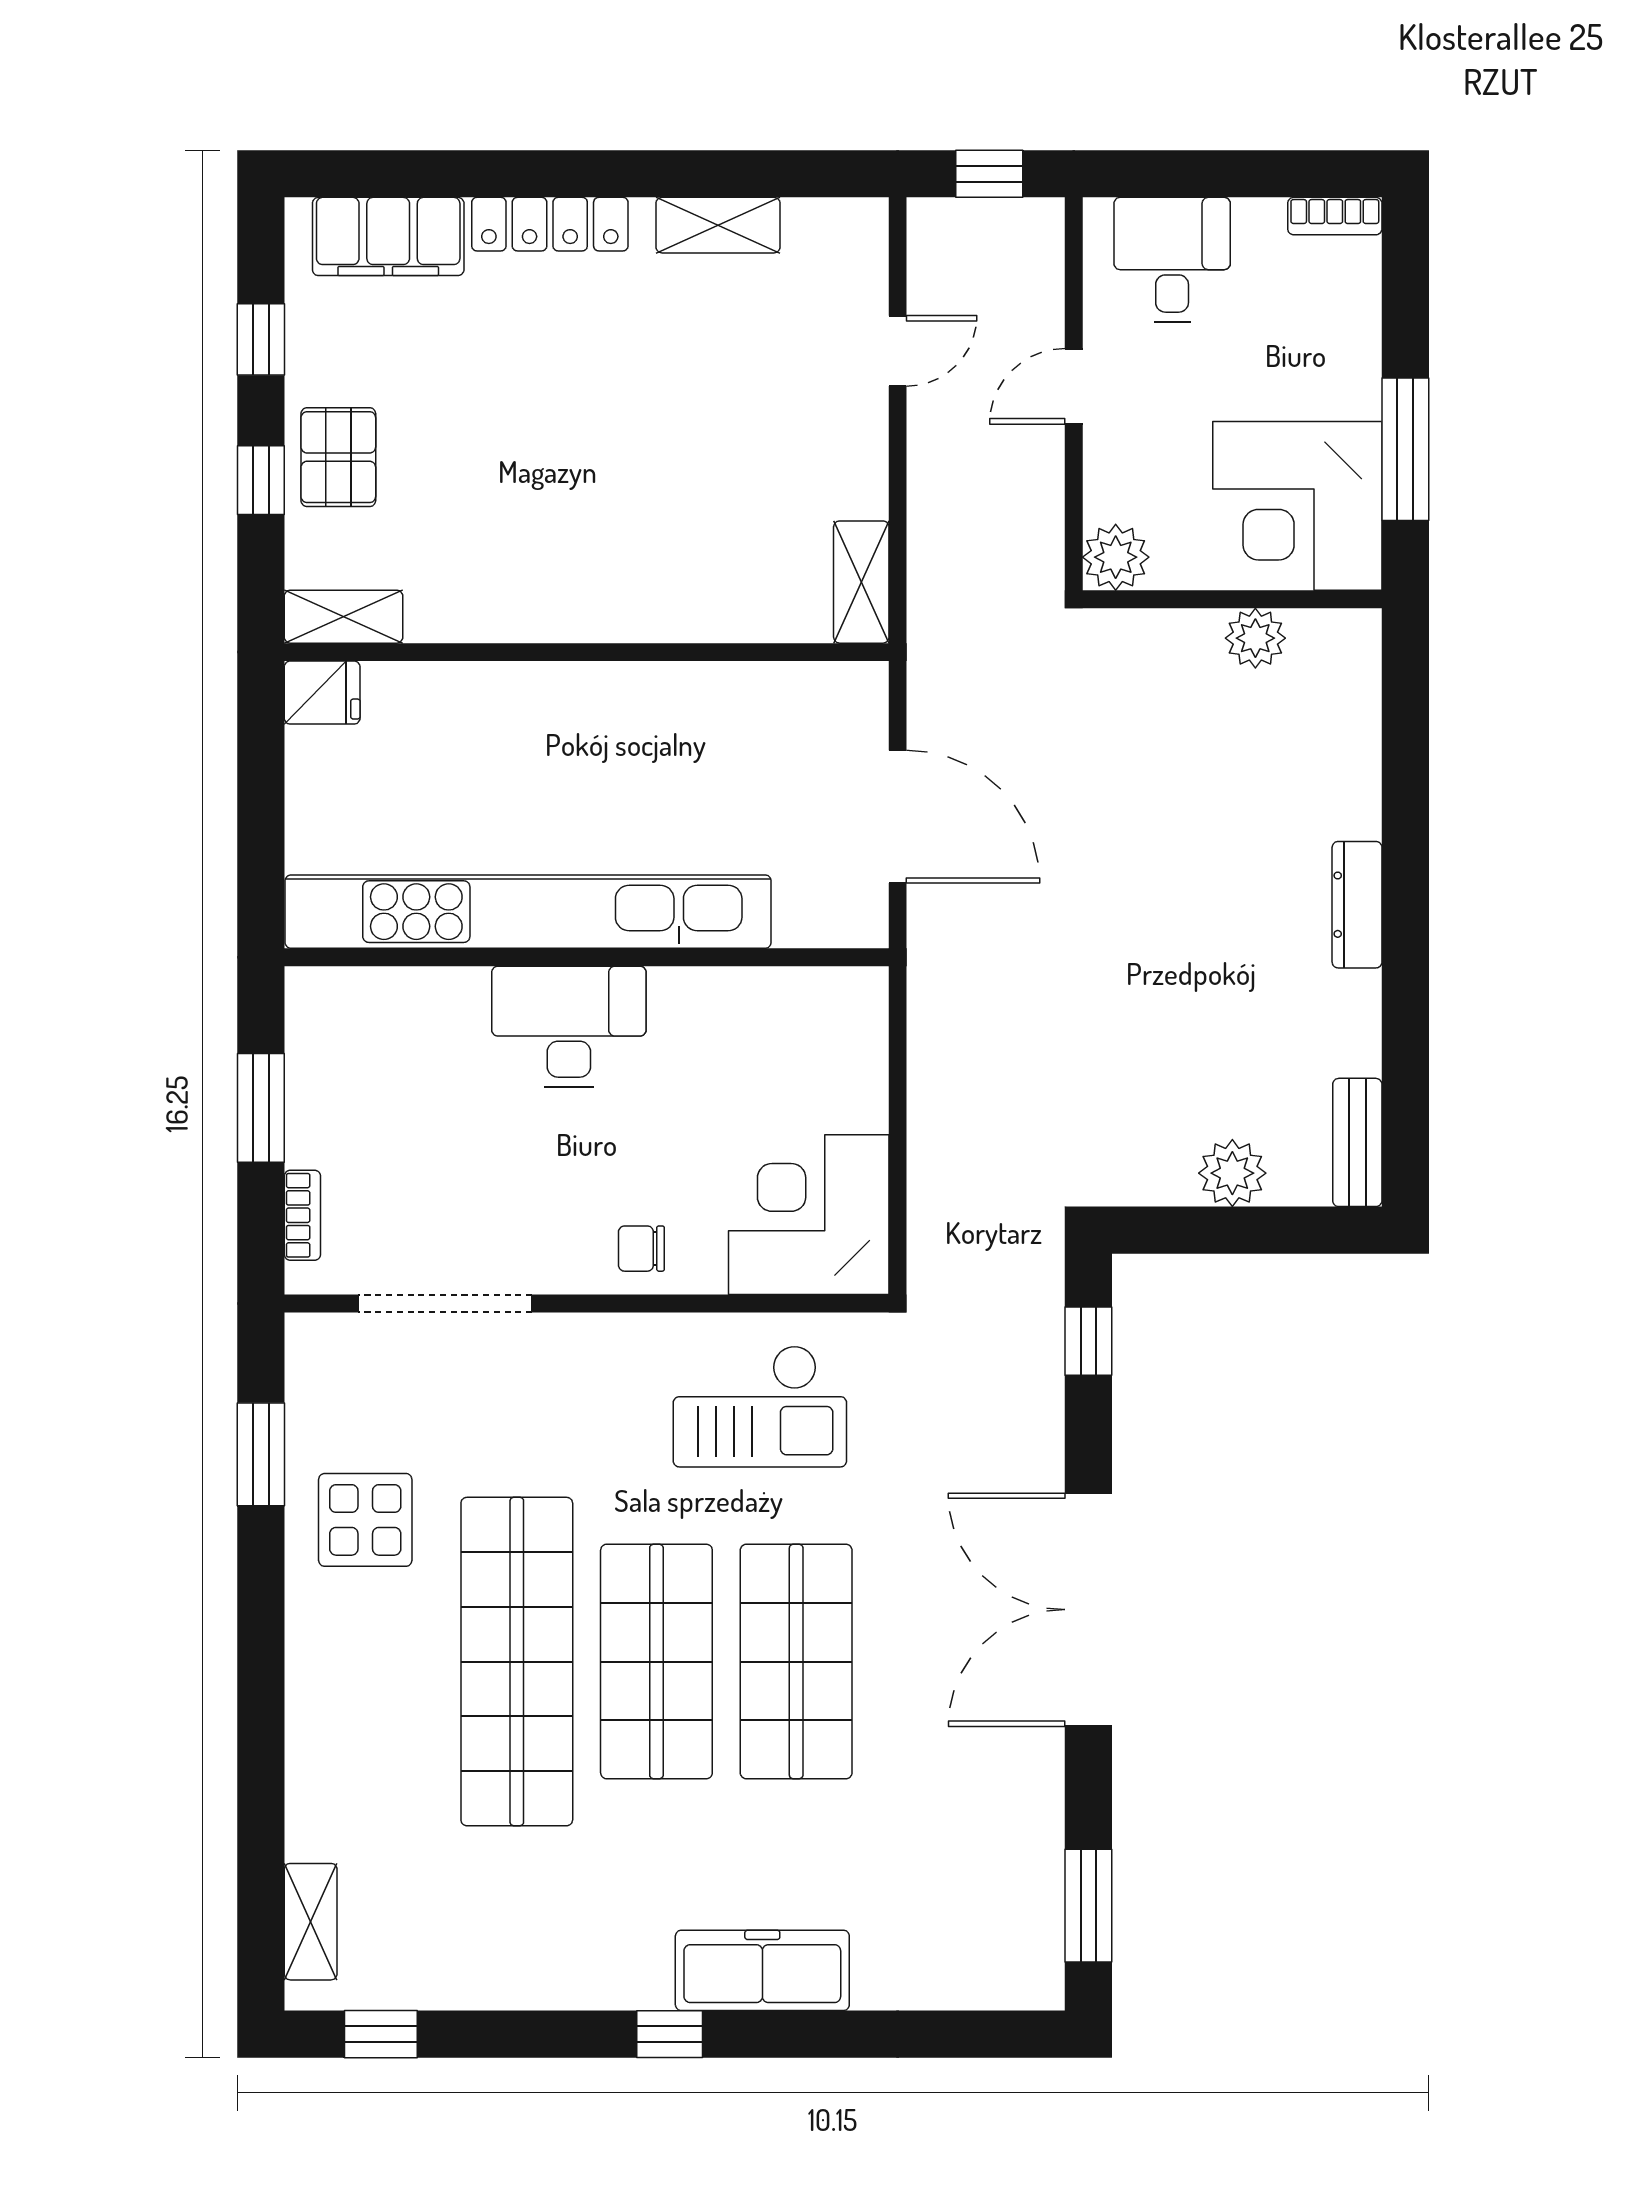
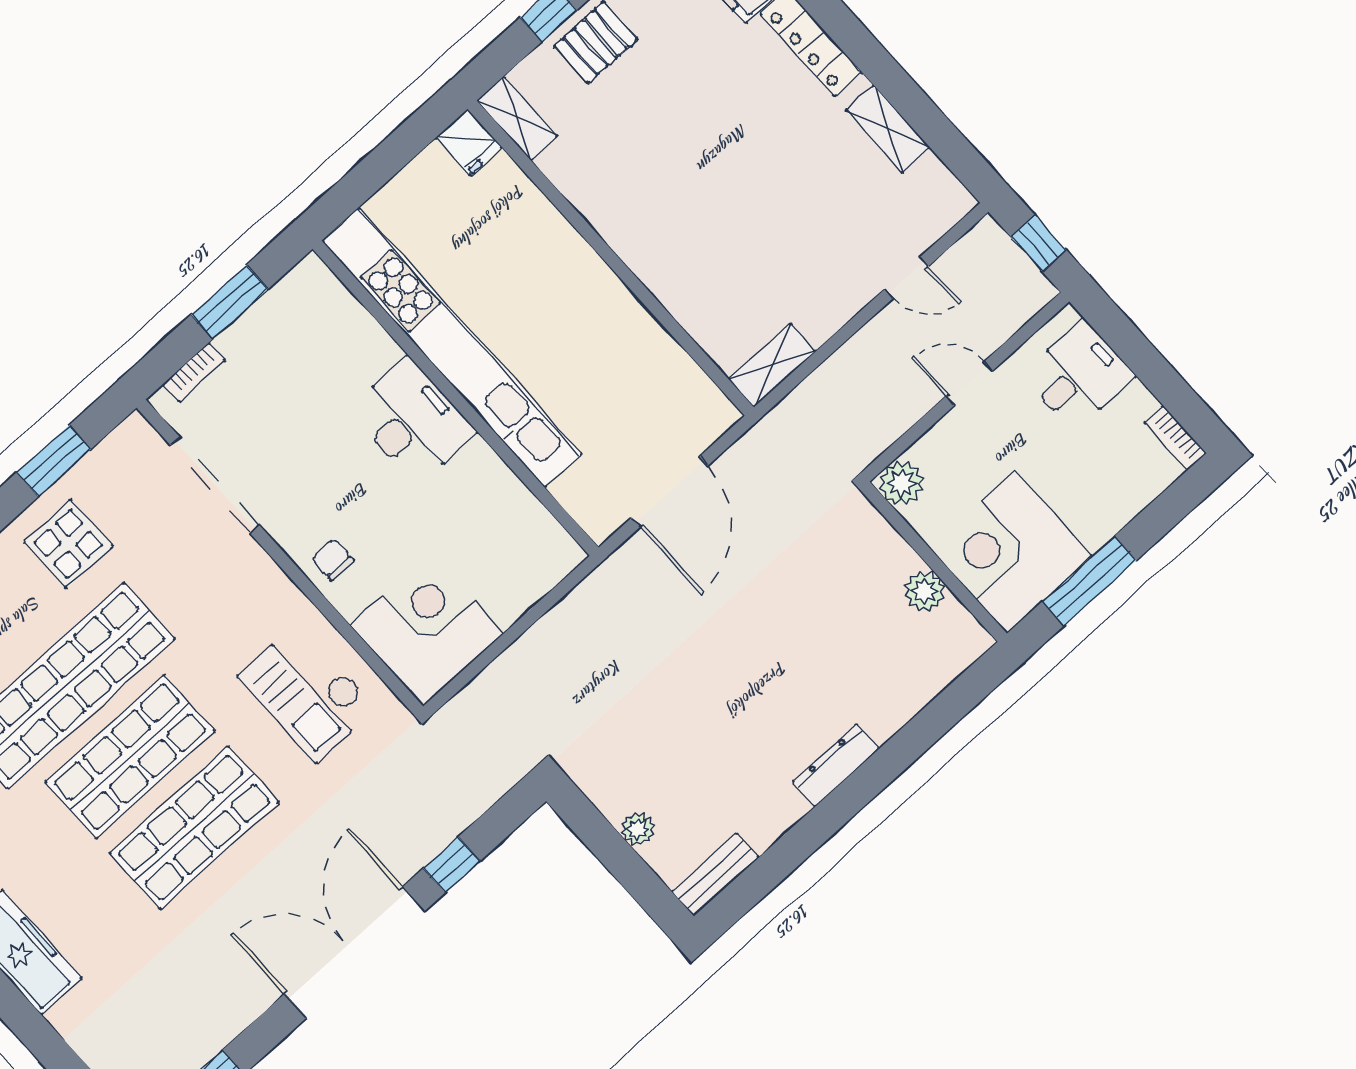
plant: (1232, 1173) -> (638, 829), width x0.73, depth x0.73
window: (1088, 1341) -> (452, 865), moved

